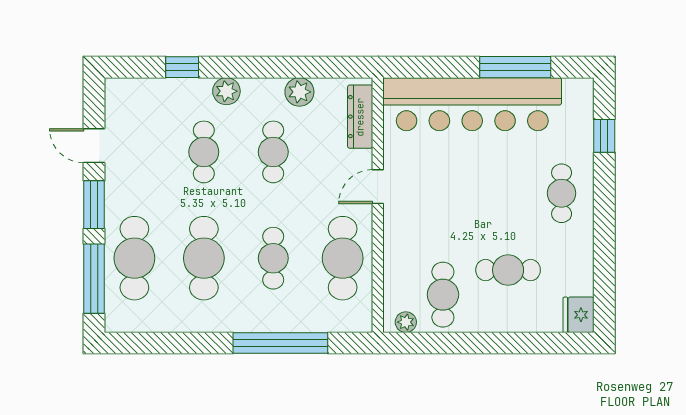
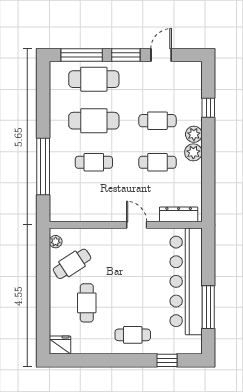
plant: (299, 92) -> (193, 152), moved
cafe table: (343, 258) -> (94, 204), removed
cafe table: (443, 295) -> (72, 264), turned -33

